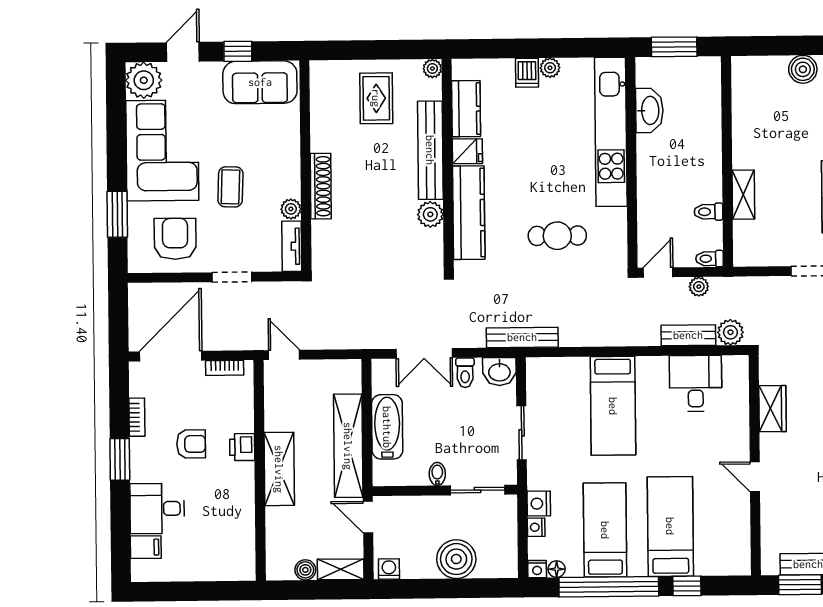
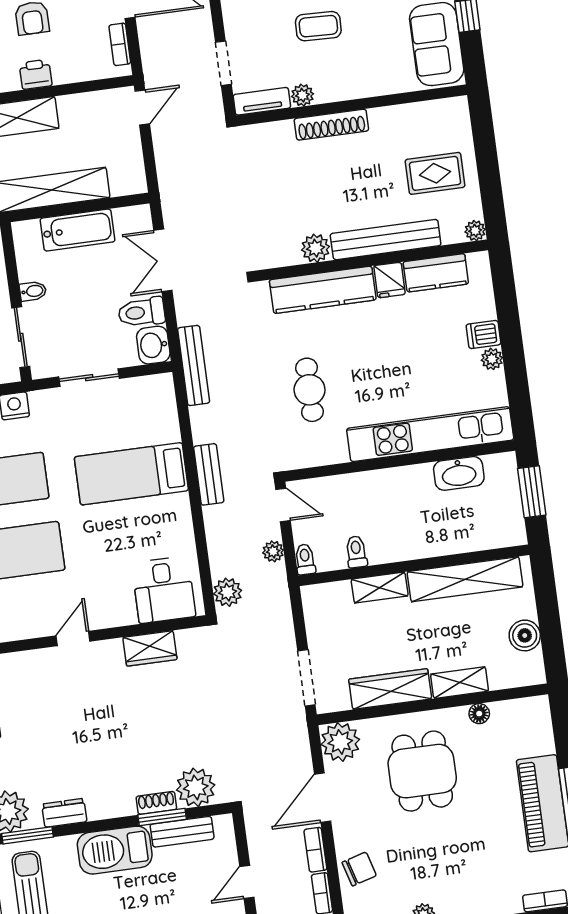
shelving: (745, 117) -> (465, 579), added
doorway: (232, 277) -> (223, 63), moved
bench: (688, 335) -> (209, 474), moved
toilet: (465, 373) -> (142, 312), width x1.37, depth x1.39
desk: (696, 383) -> (164, 590), moved, turned 90

